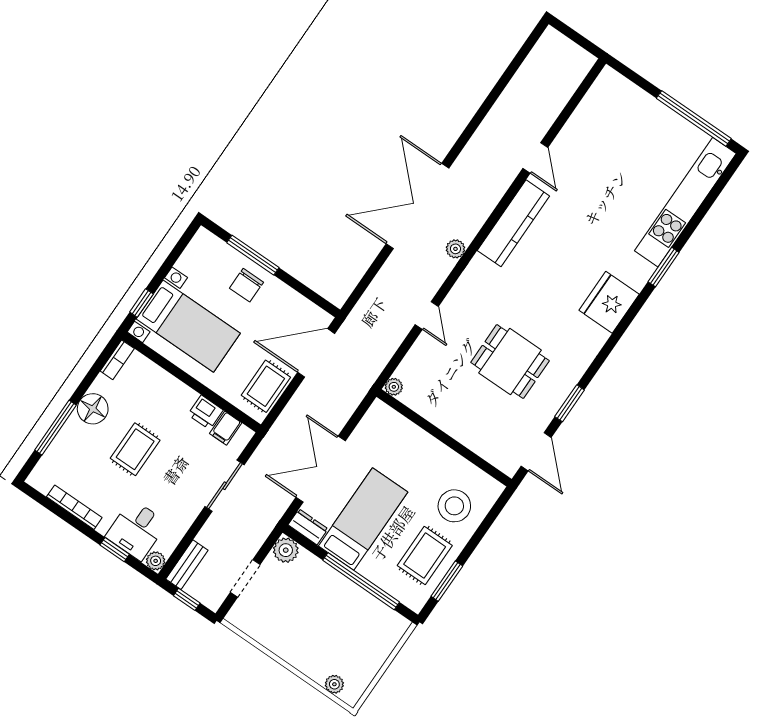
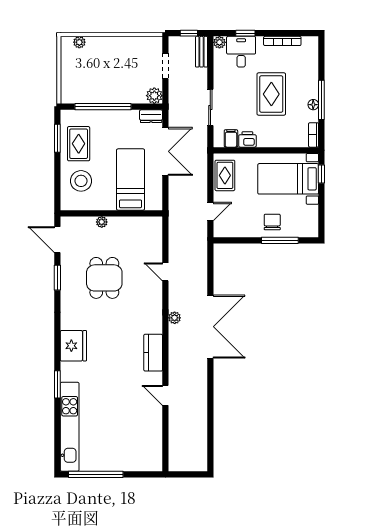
kitchen counter: (513, 223) -> (153, 353), width x0.67
door: (316, 353) -> (210, 211), width x0.53
dining table: (510, 362) -> (104, 278), turned 90
plant: (394, 387) -> (102, 222), moved
floor lamp: (93, 409) -> (313, 105), width x0.53, depth x0.53
window: (56, 428) -> (321, 100), moved
rug: (135, 449) -> (271, 94), width x1.36, depth x1.43
bed: (363, 519) -> (131, 180), moved, turned 180

